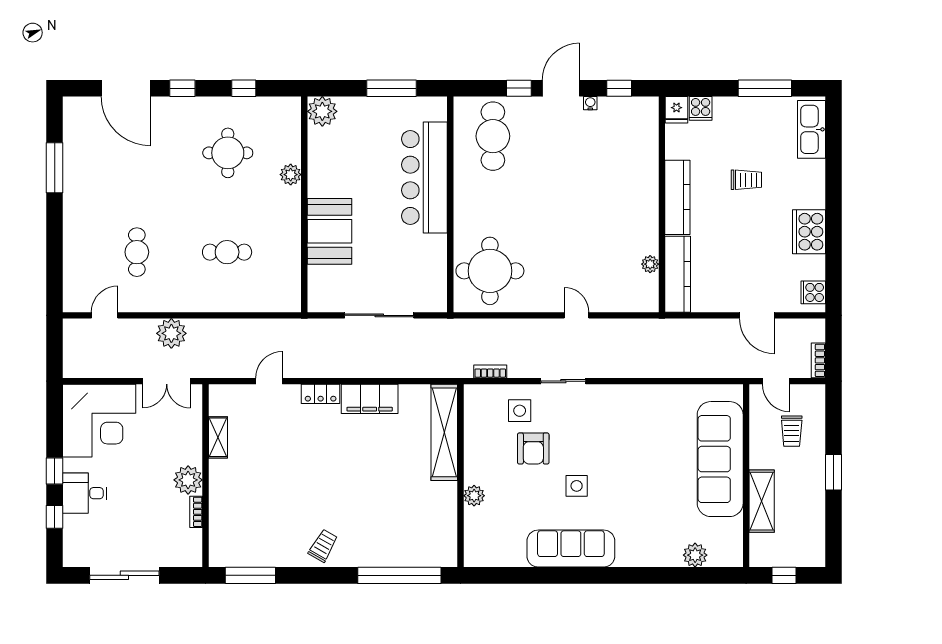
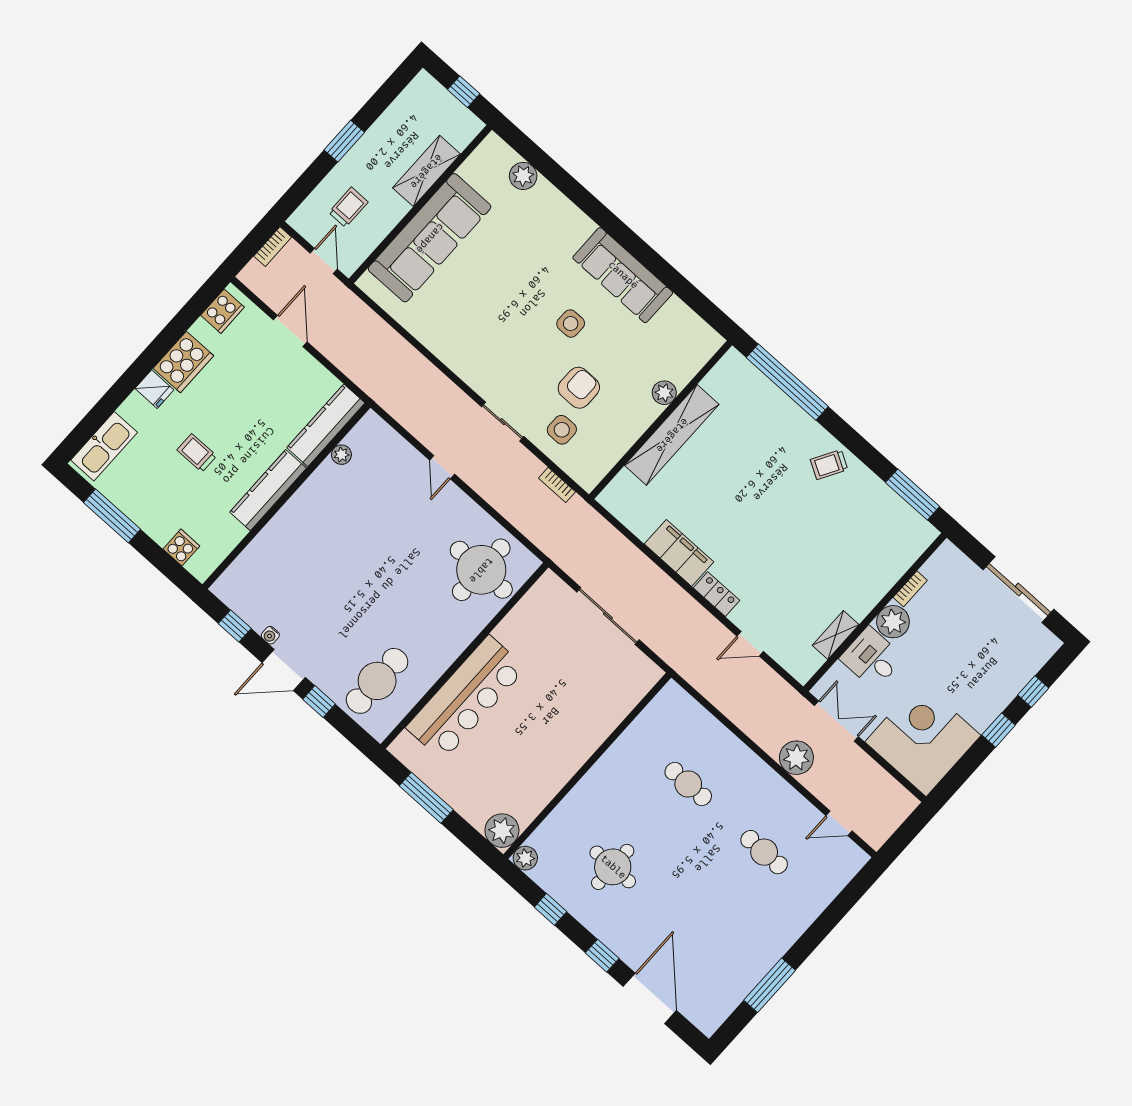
fridge: (676, 110) -> (154, 389), moved, turned 90
plant: (291, 175) -> (525, 858), moved
booth: (330, 231) -> (586, 724), removed
cafe table: (137, 252) -> (764, 852), turned 90
cooker: (813, 292) -> (222, 311), width x1.36
shelving: (444, 432) -> (672, 435), moved
desk: (85, 493) -> (872, 658), moved, turned 180

